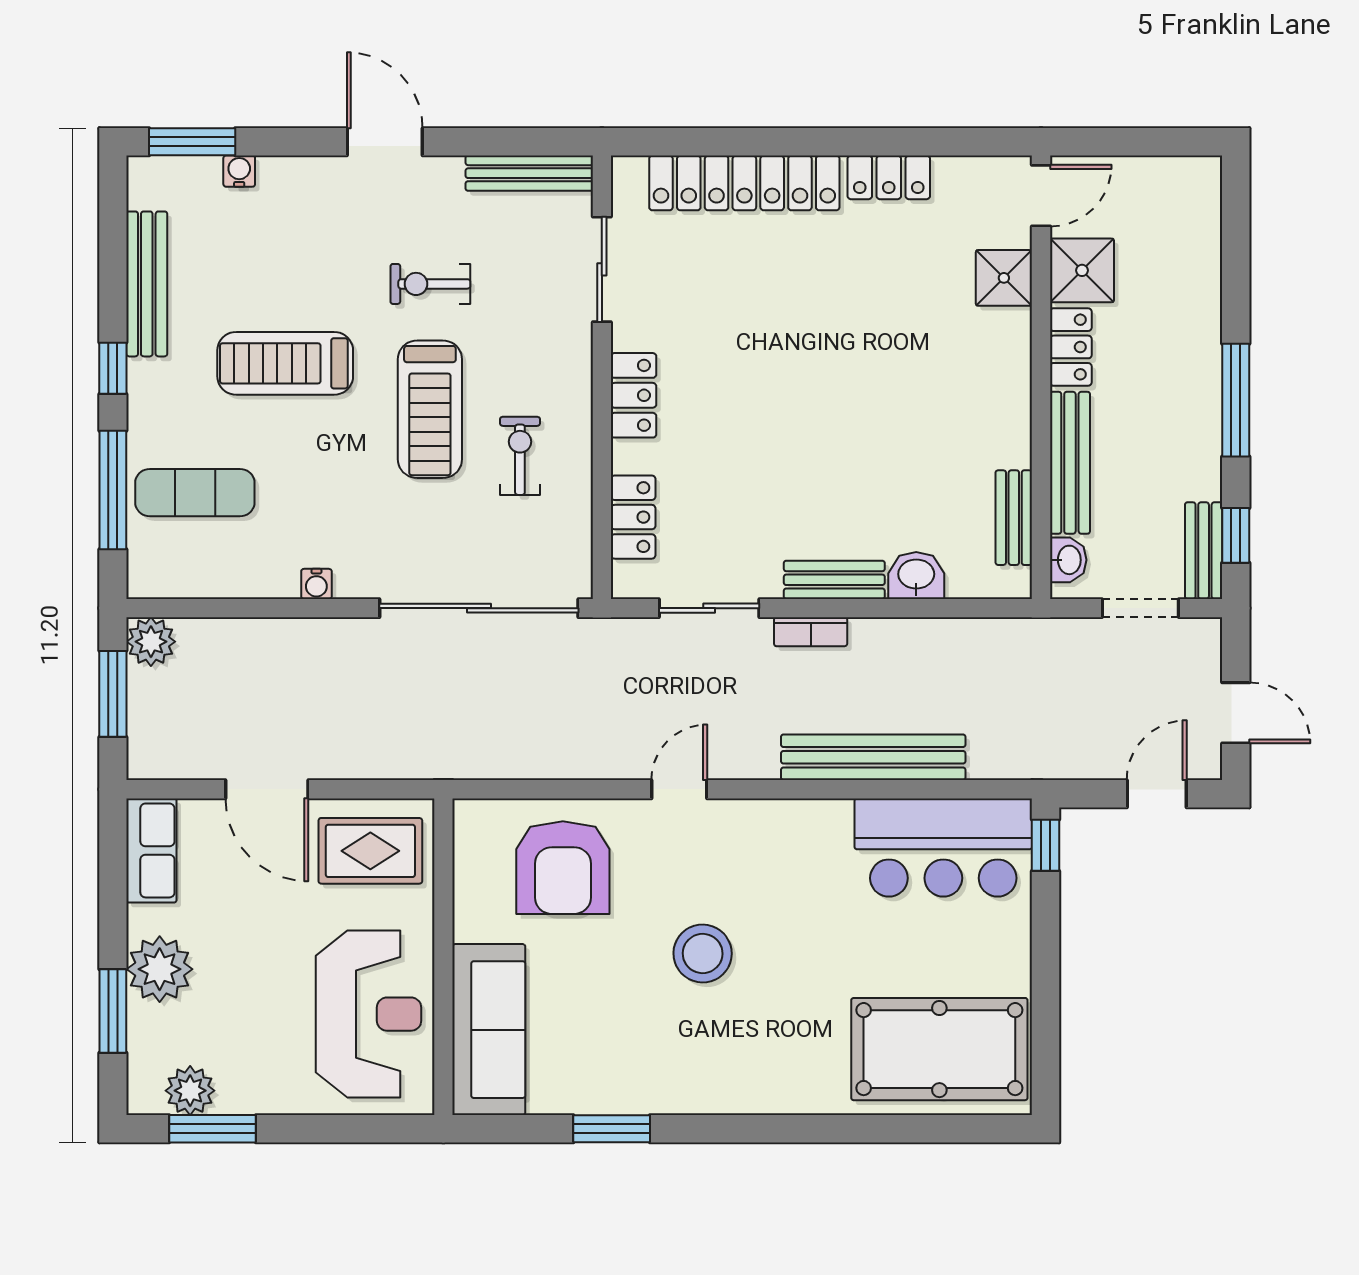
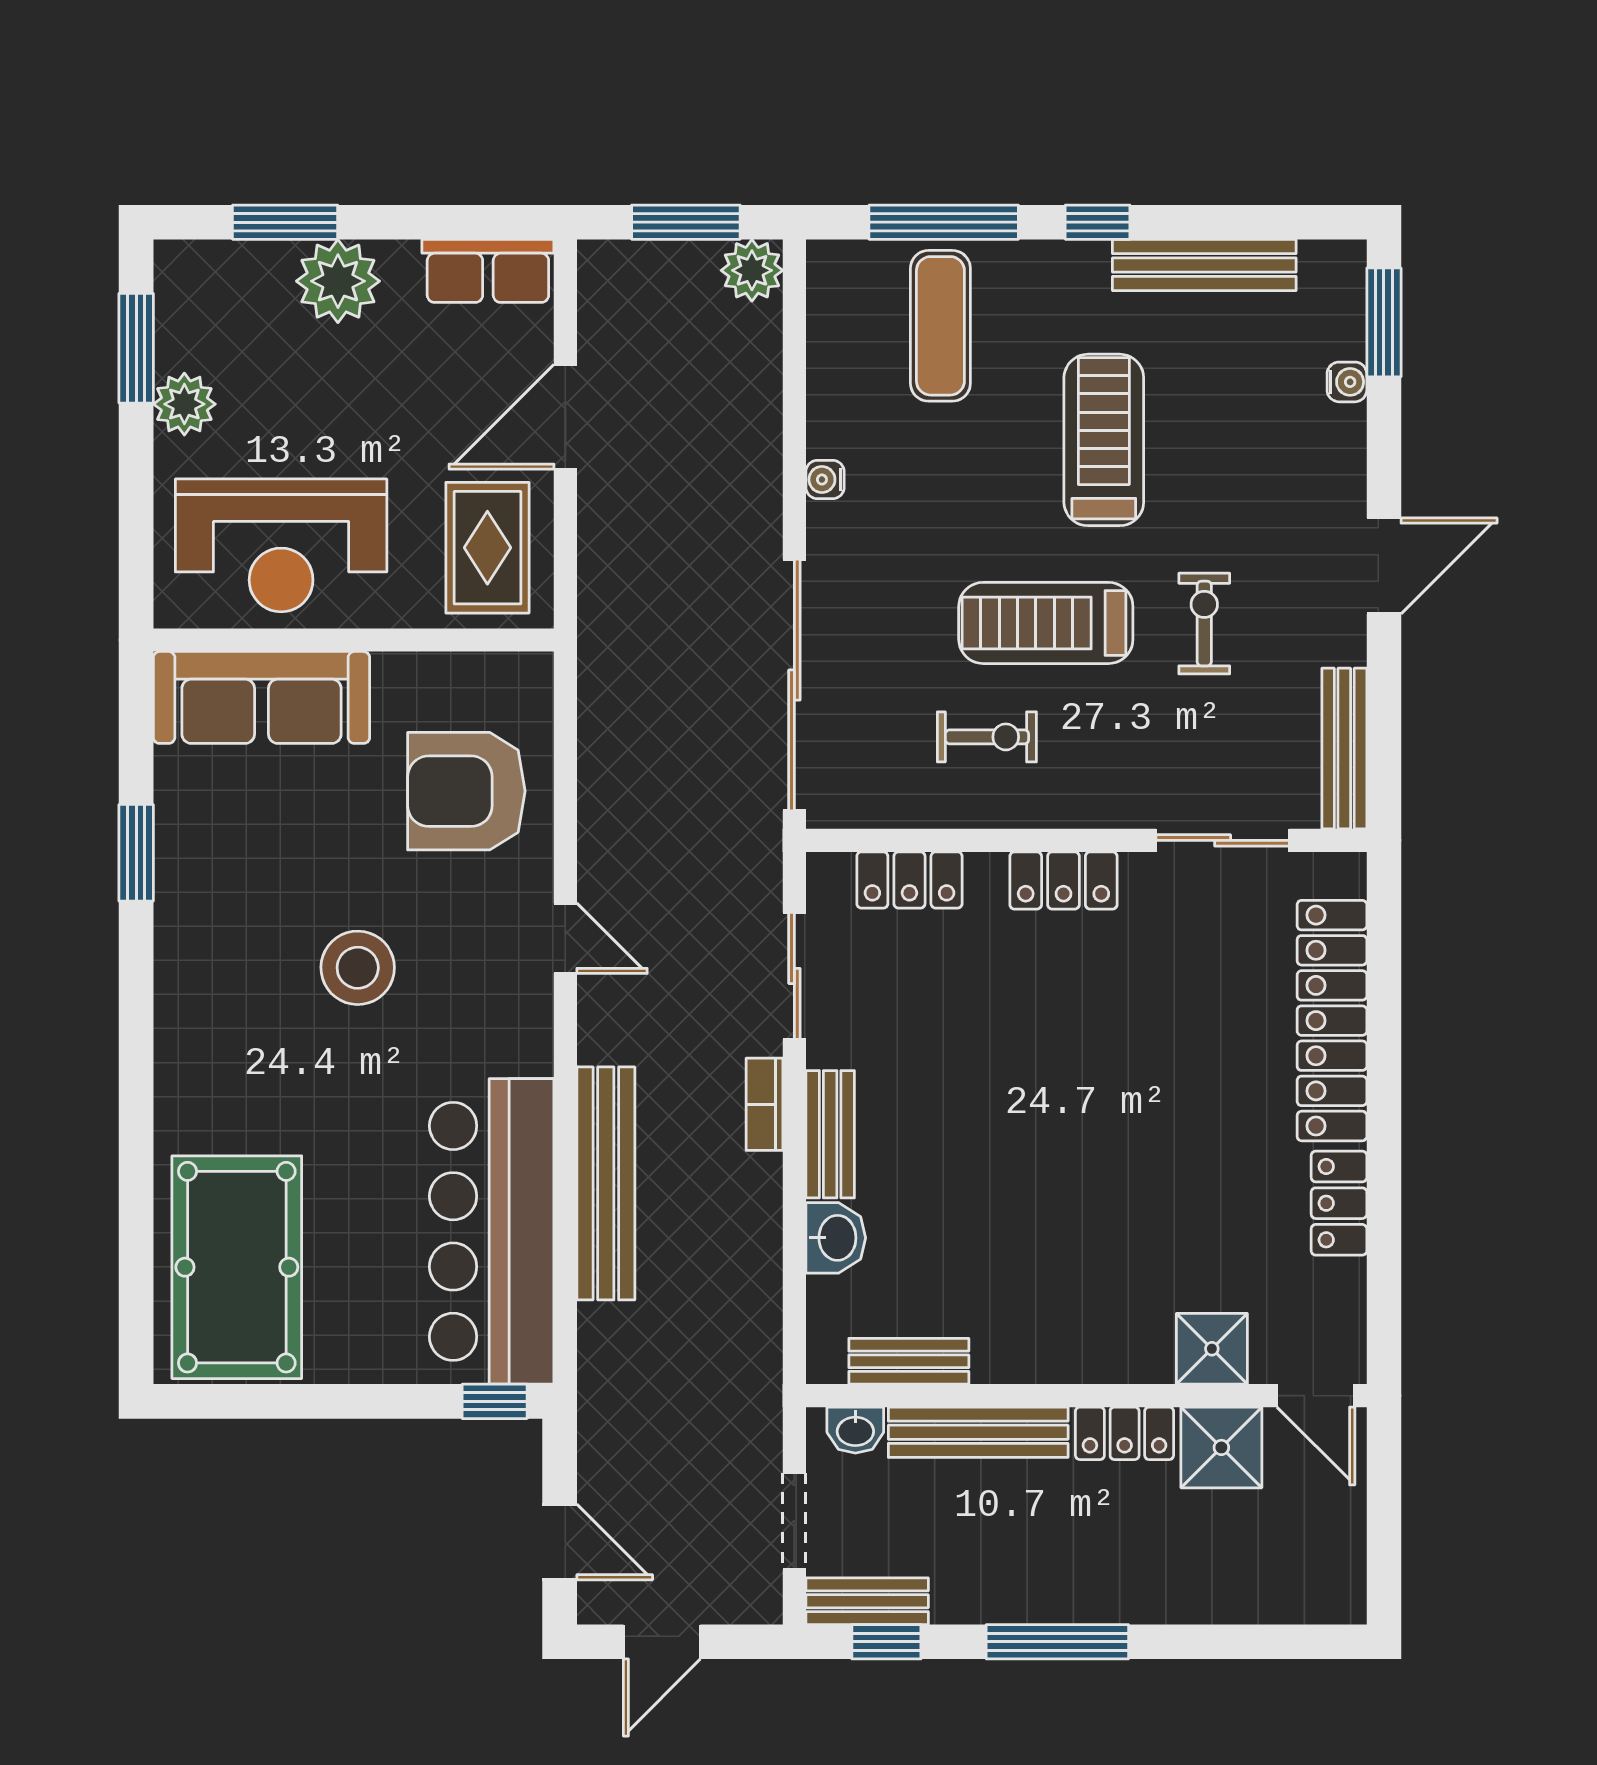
bar counter: (943, 848) -> (492, 1231), width x1.36
plant: (190, 1091) -> (184, 404), moved

